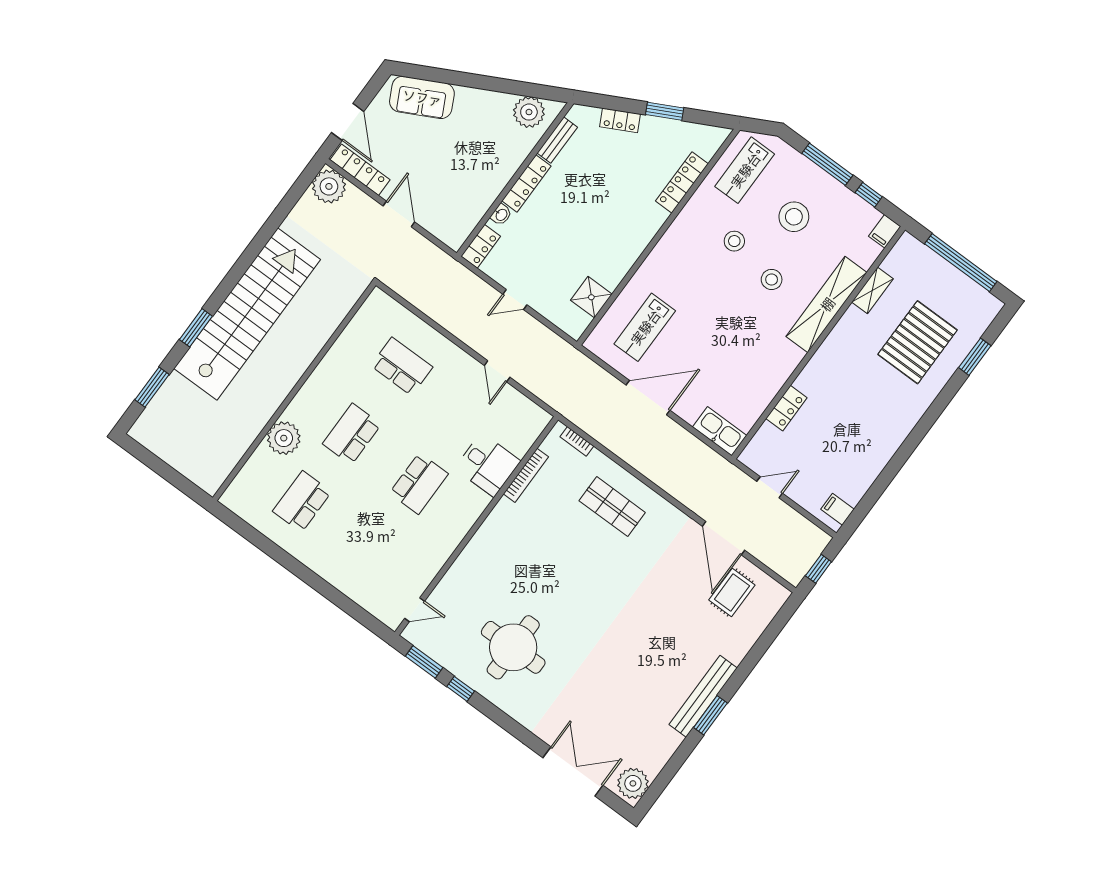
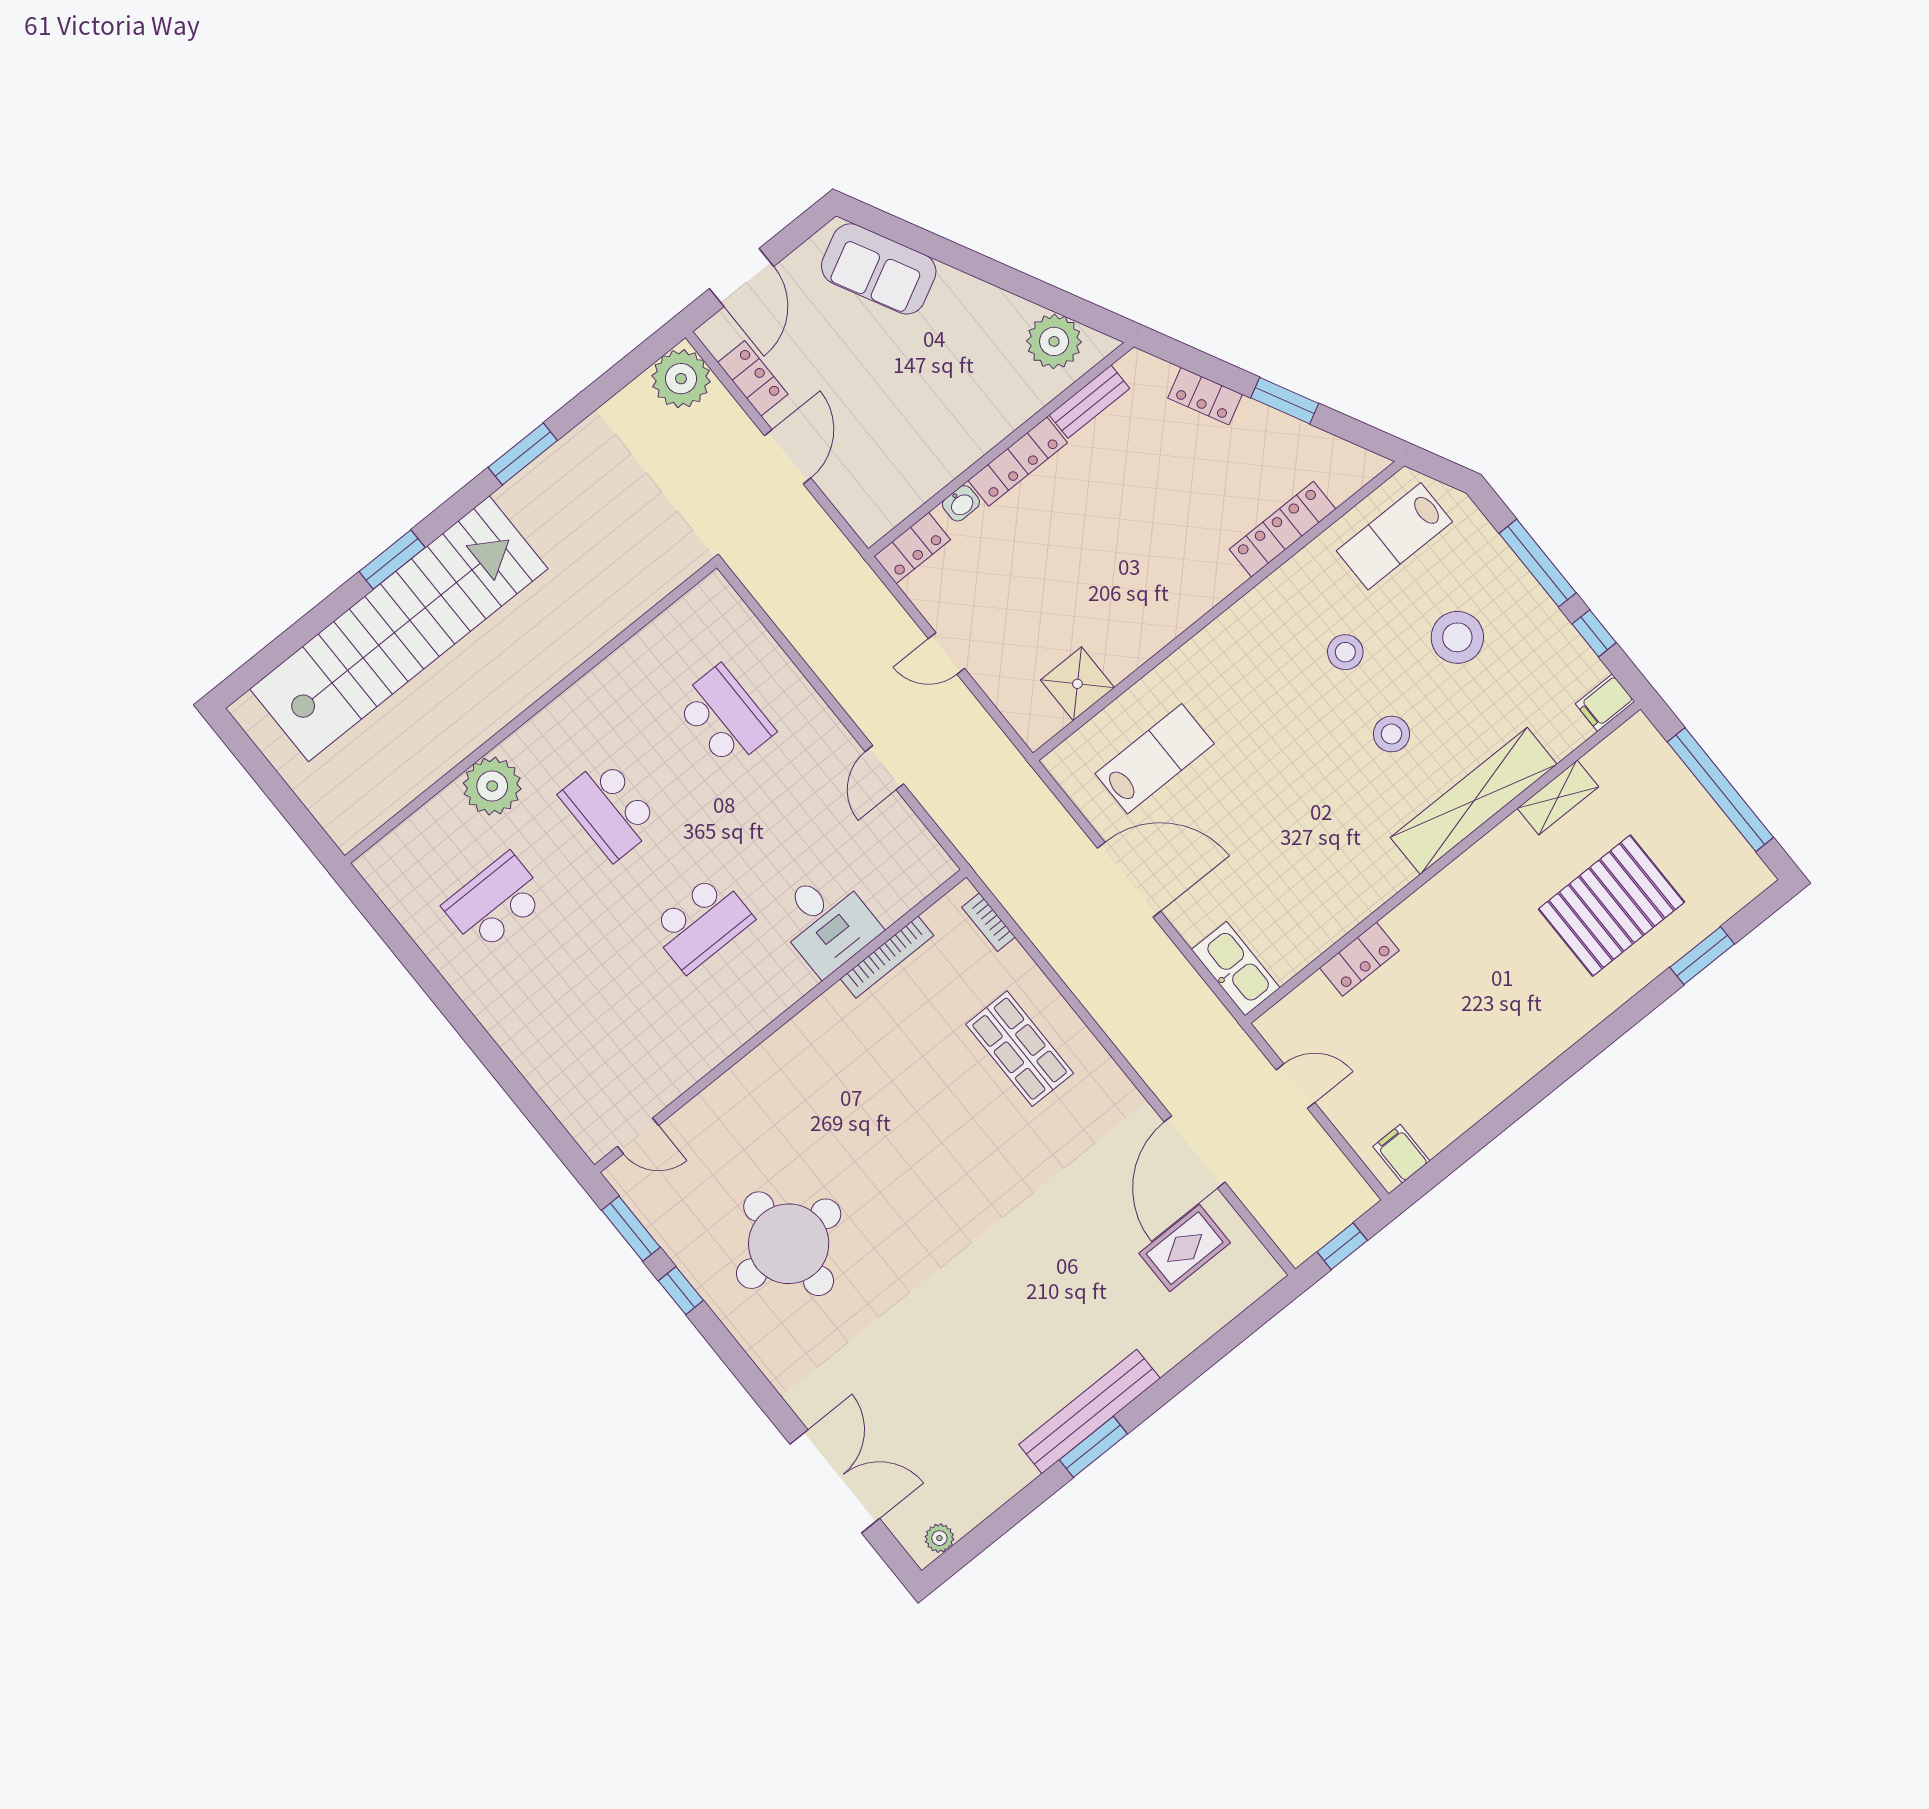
locker: (360, 170) -> (753, 378), width x0.66
stairs: (247, 314) -> (399, 629), moved
lab bench: (645, 327) -> (1155, 759), turned 180
window: (152, 387) -> (523, 454), moved
school desk: (352, 434) -> (610, 809), turned -90
plant: (633, 783) -> (939, 1538), width x0.53, depth x0.53

